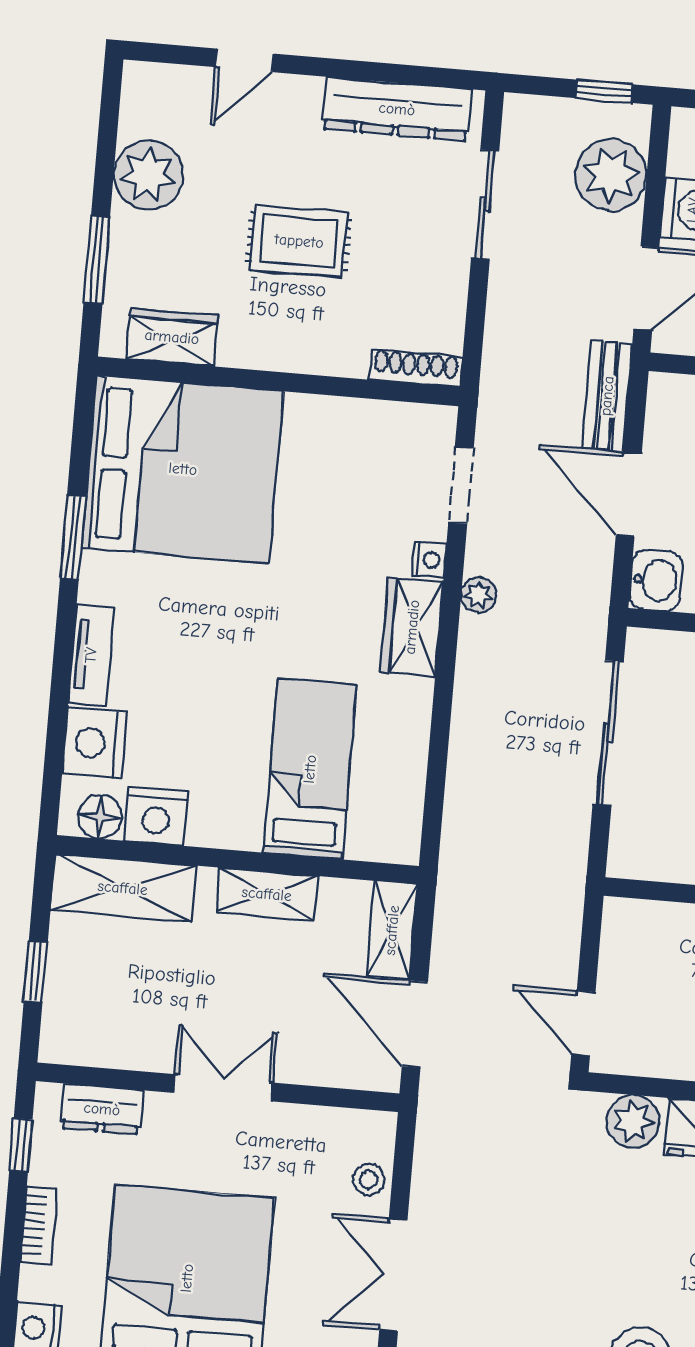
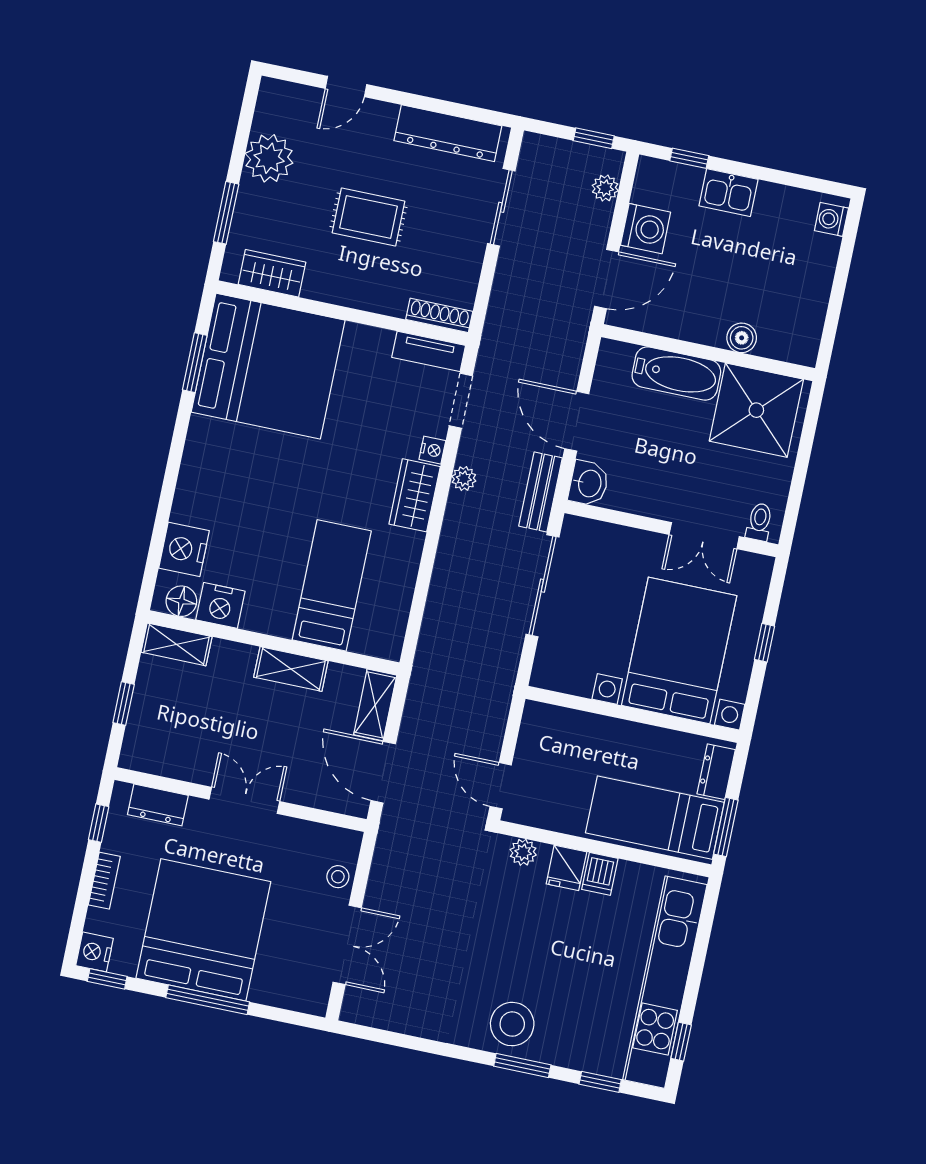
plant: (611, 175) -> (605, 188), width x0.53, depth x0.53
bench: (607, 396) -> (541, 492), moved
window: (73, 537) -> (195, 363), moved
tv unit: (91, 655) -> (429, 351), moved, turned 90
shelving: (123, 888) -> (177, 644), width x0.67, depth x0.75
plant: (633, 1121) -> (523, 852), width x0.73, depth x0.73
double door: (393, 1275) -> (347, 945), swing flipped

